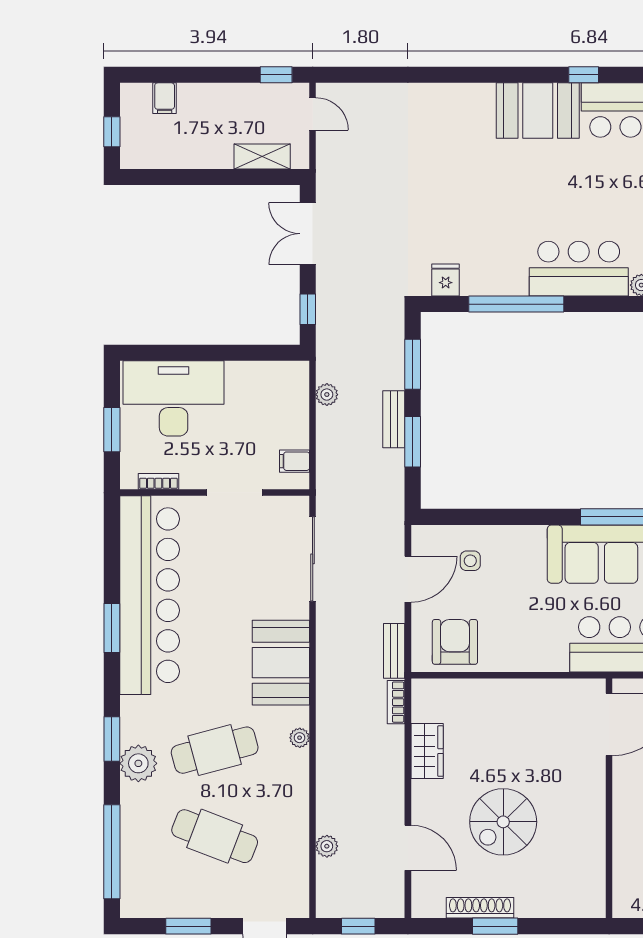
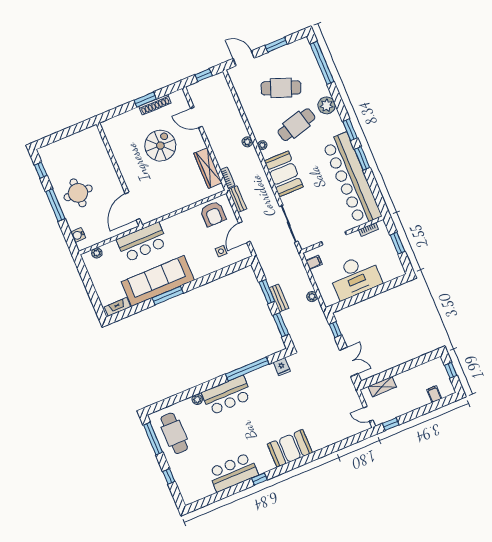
booth: (538, 111) -> (290, 448), moved
desk: (174, 398) -> (355, 277), moved
window: (112, 739) -> (350, 130), moved
wardrobe: (427, 751) -> (208, 168), width x1.50
plant: (327, 846) -> (247, 142), moved

